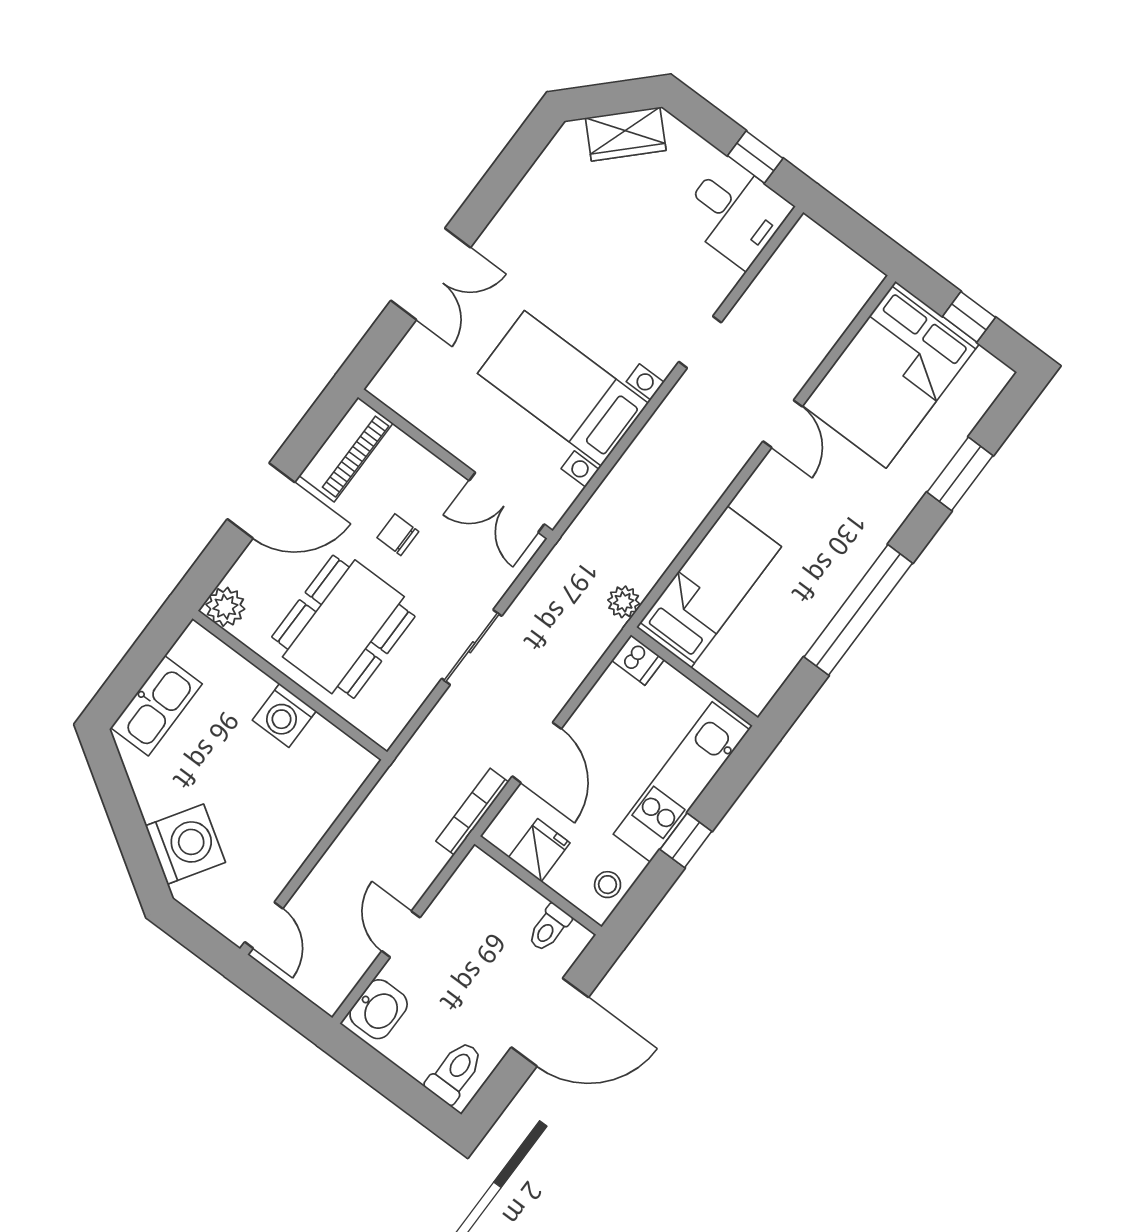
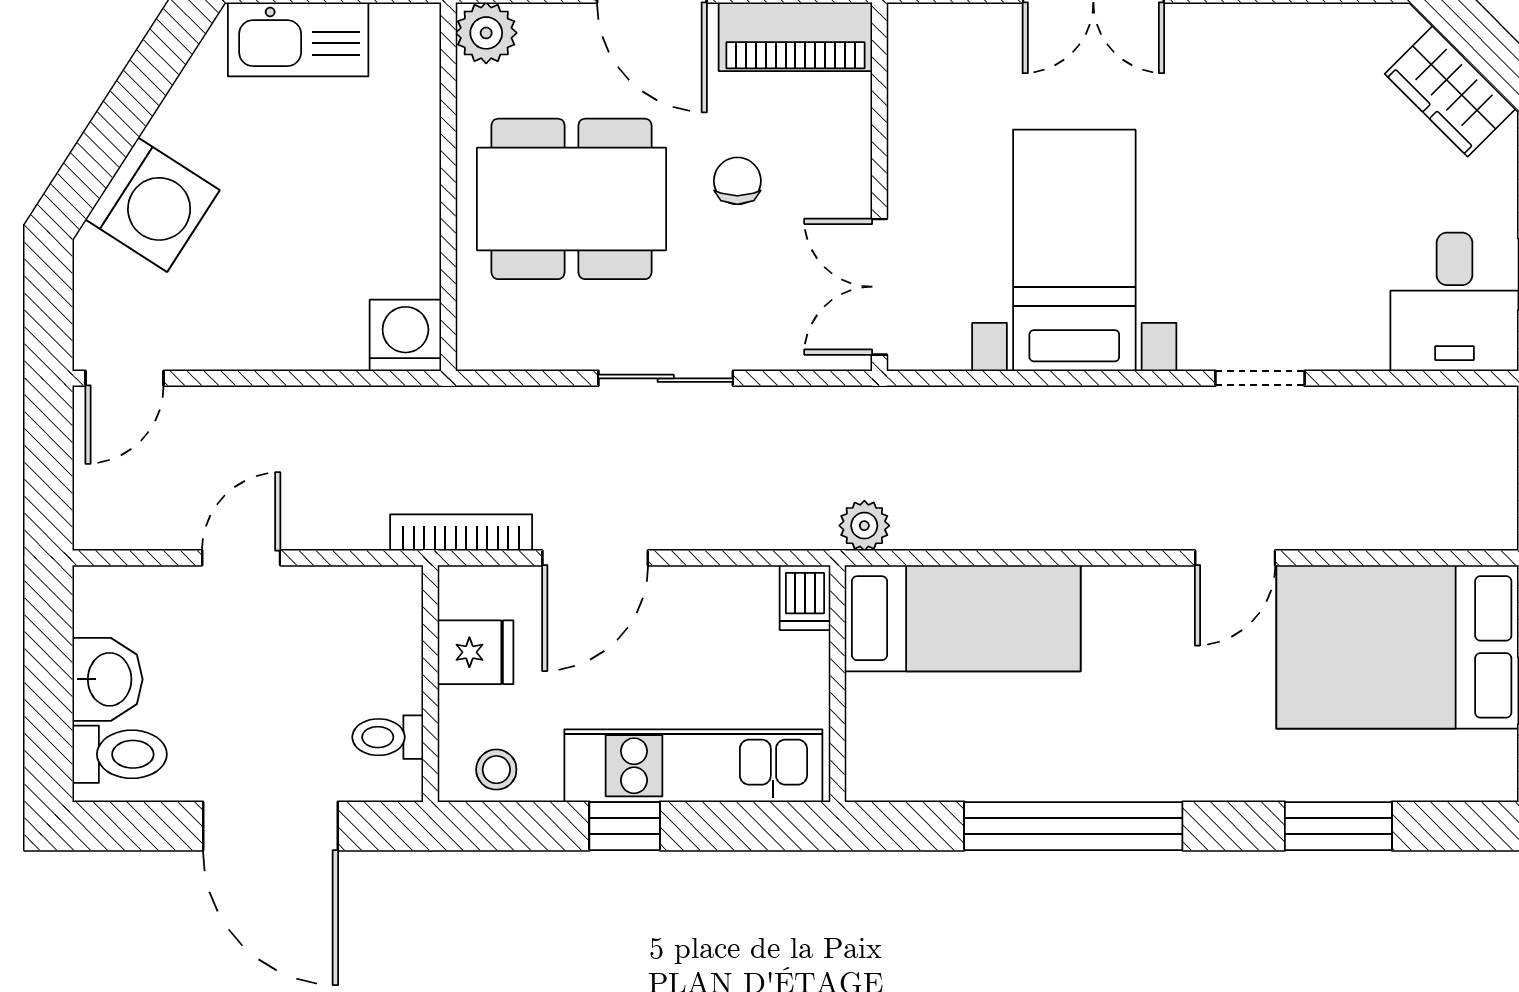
washing machine: (284, 716) -> (405, 335), moved, turned 90
washbasin: (379, 1009) -> (107, 679), moved, turned -90

